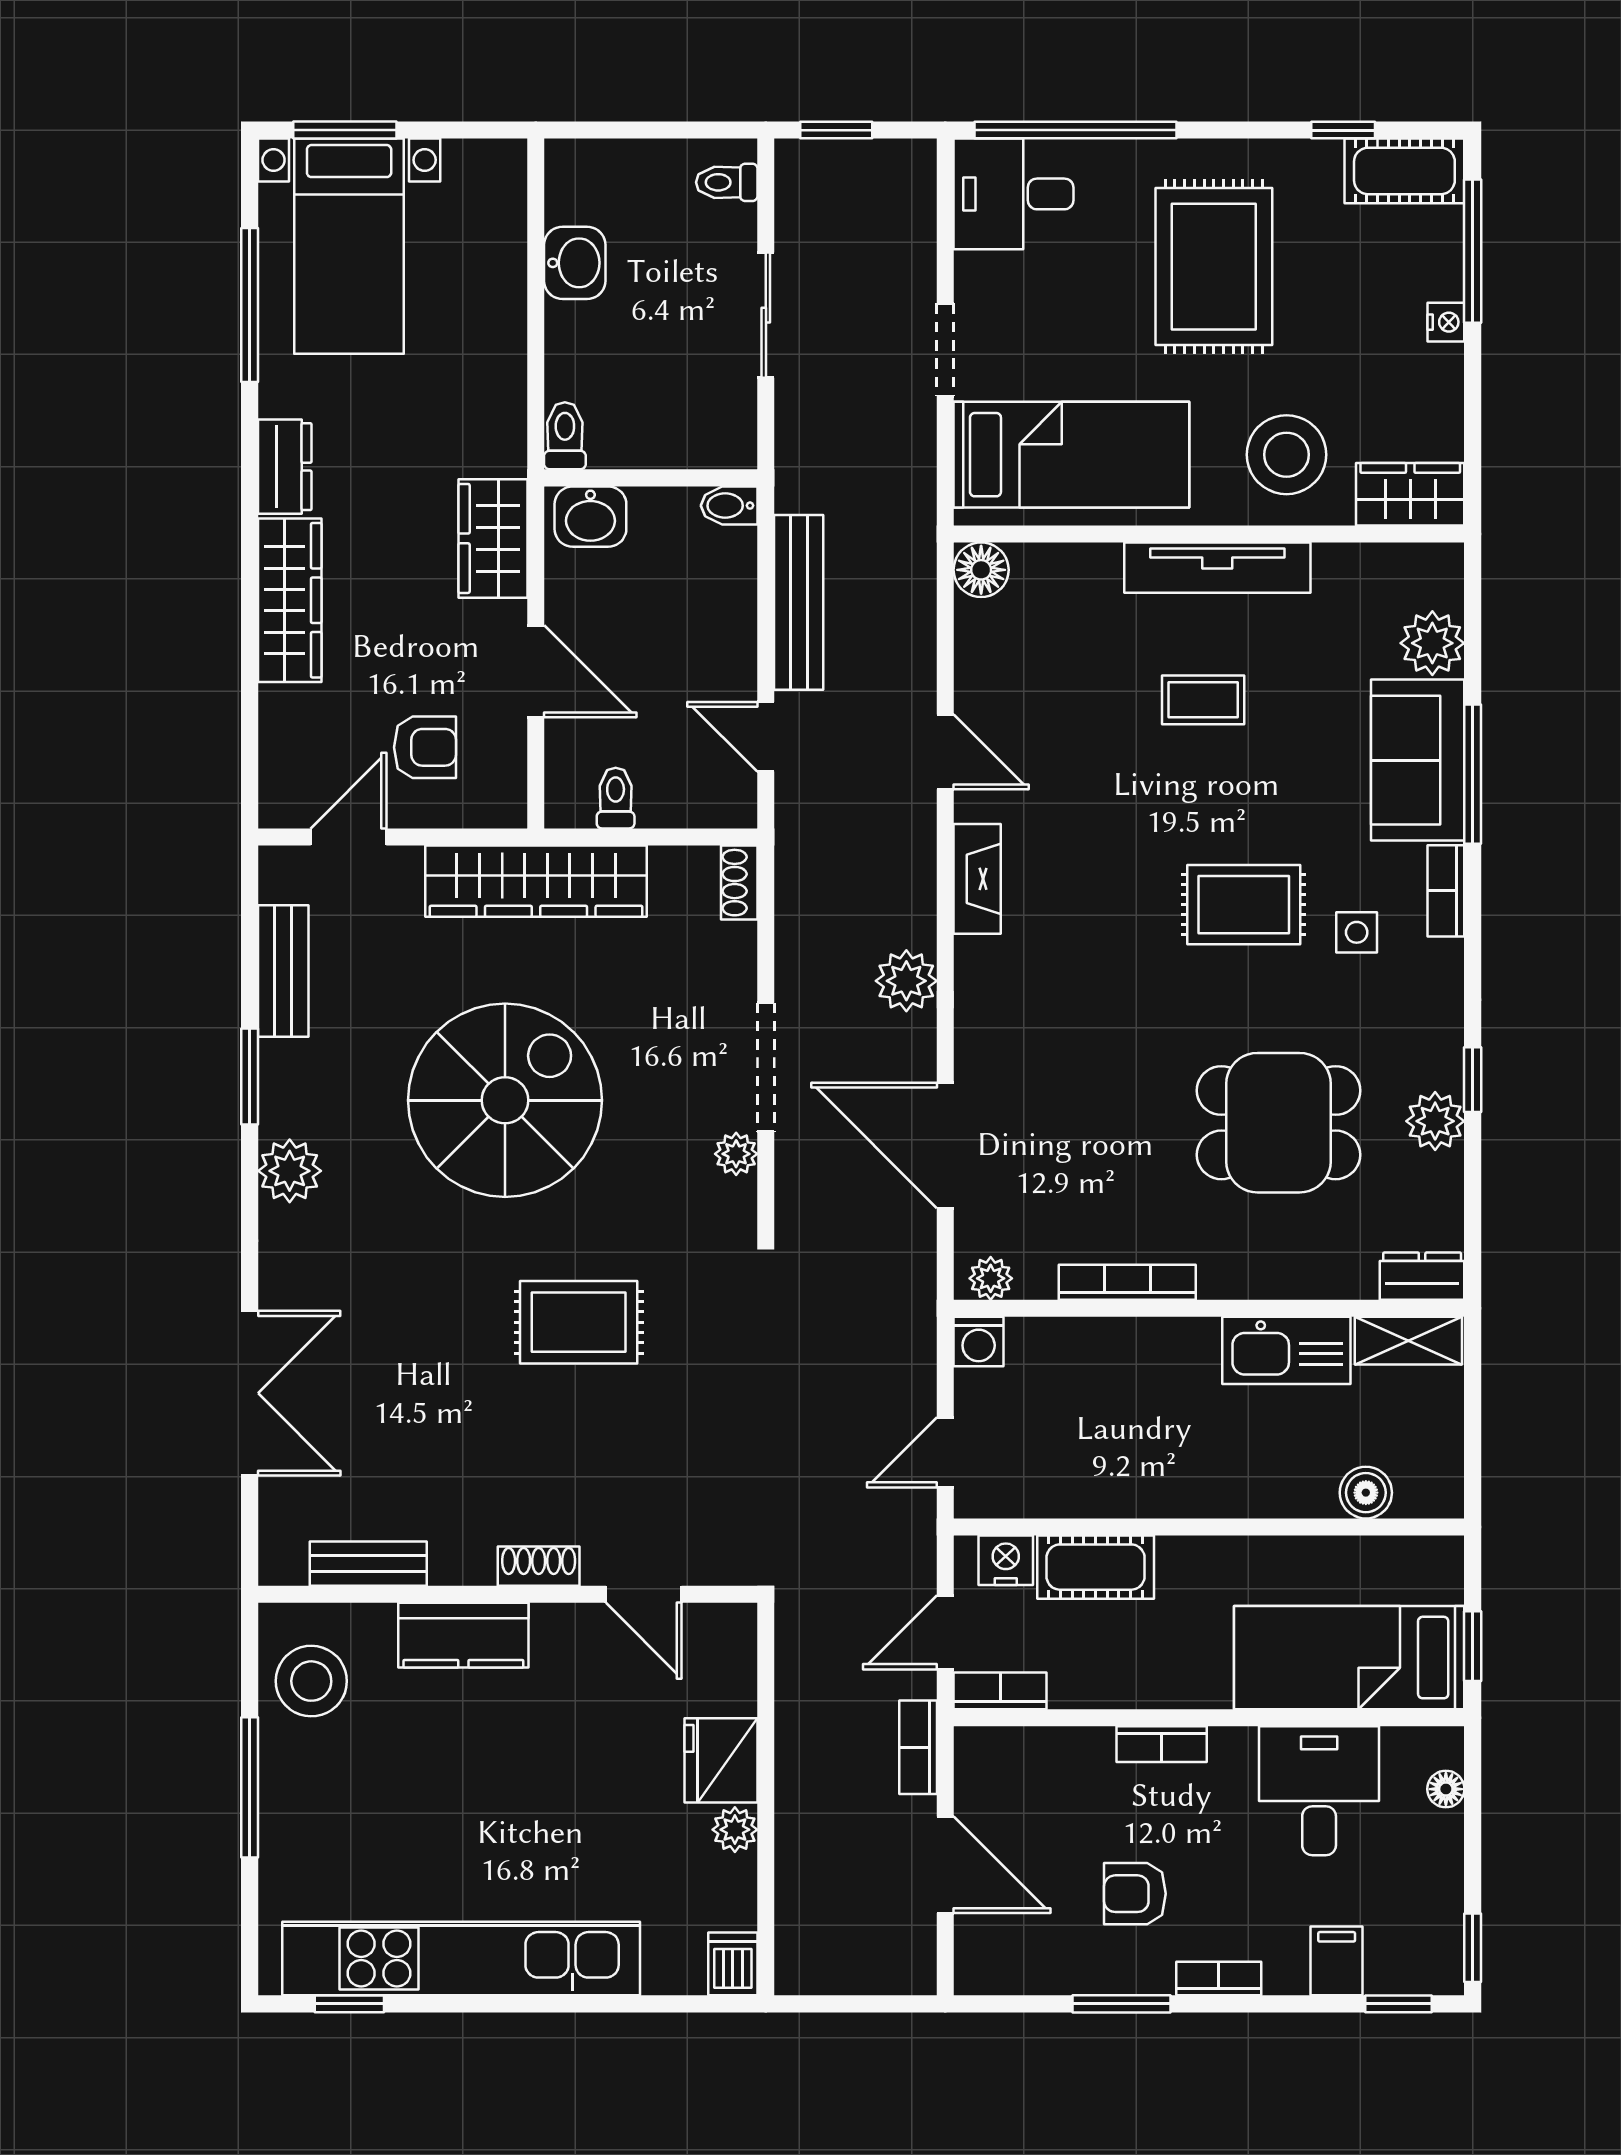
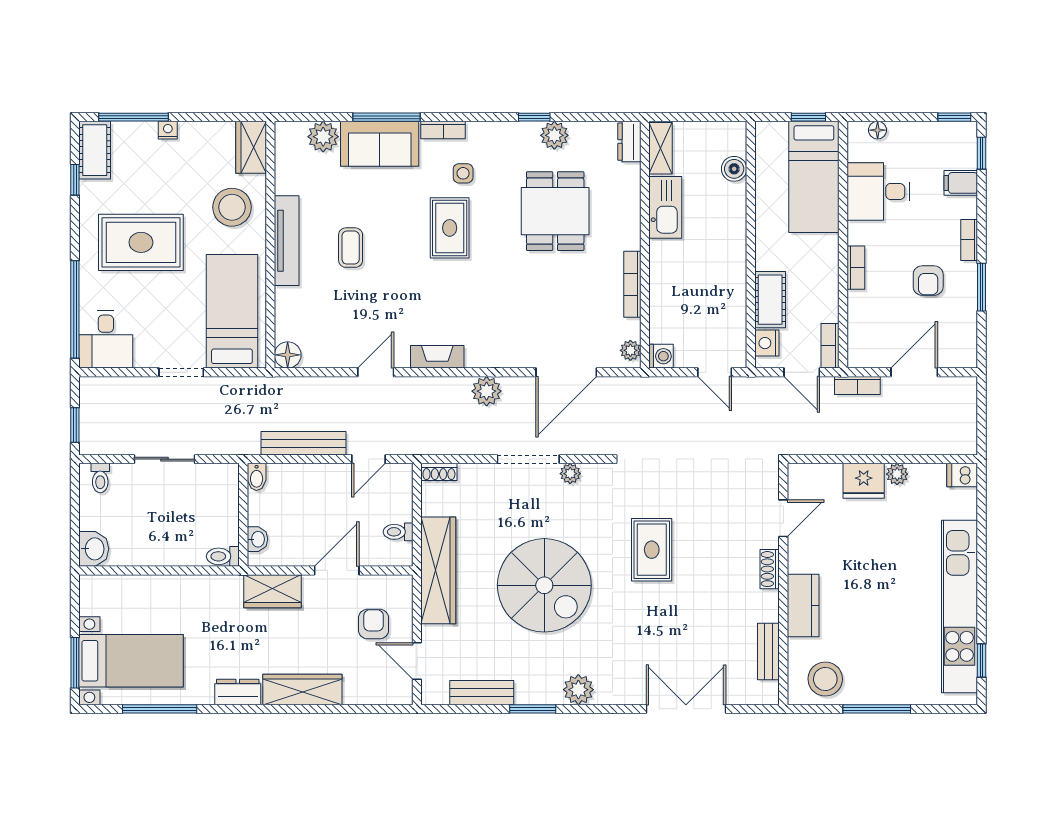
washbasin: (575, 263) -> (94, 549), moved, turned 90
washbasin: (590, 517) -> (257, 539), width x0.72, depth x0.69
spiral stairs: (505, 1100) -> (544, 585), turned 180

